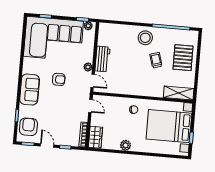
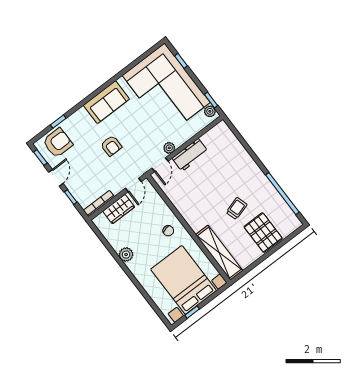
stool: (145, 38) -> (249, 178), removed
pallet: (183, 58) -> (263, 233), turned 90
armchair: (59, 79) -> (111, 146), moved
sofa: (30, 90) -> (106, 102), moved
shelving: (179, 93) -> (219, 253), width x1.47
wardrobe: (95, 137) -> (119, 209), moved

